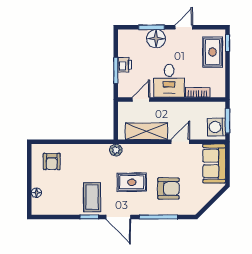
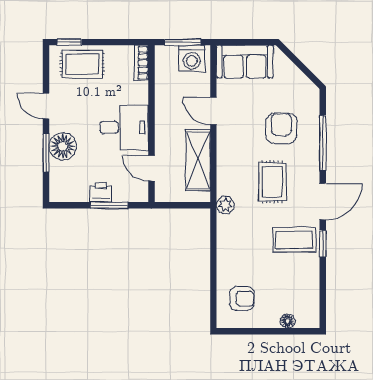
bookcase: (198, 92) -> (141, 63), moved

